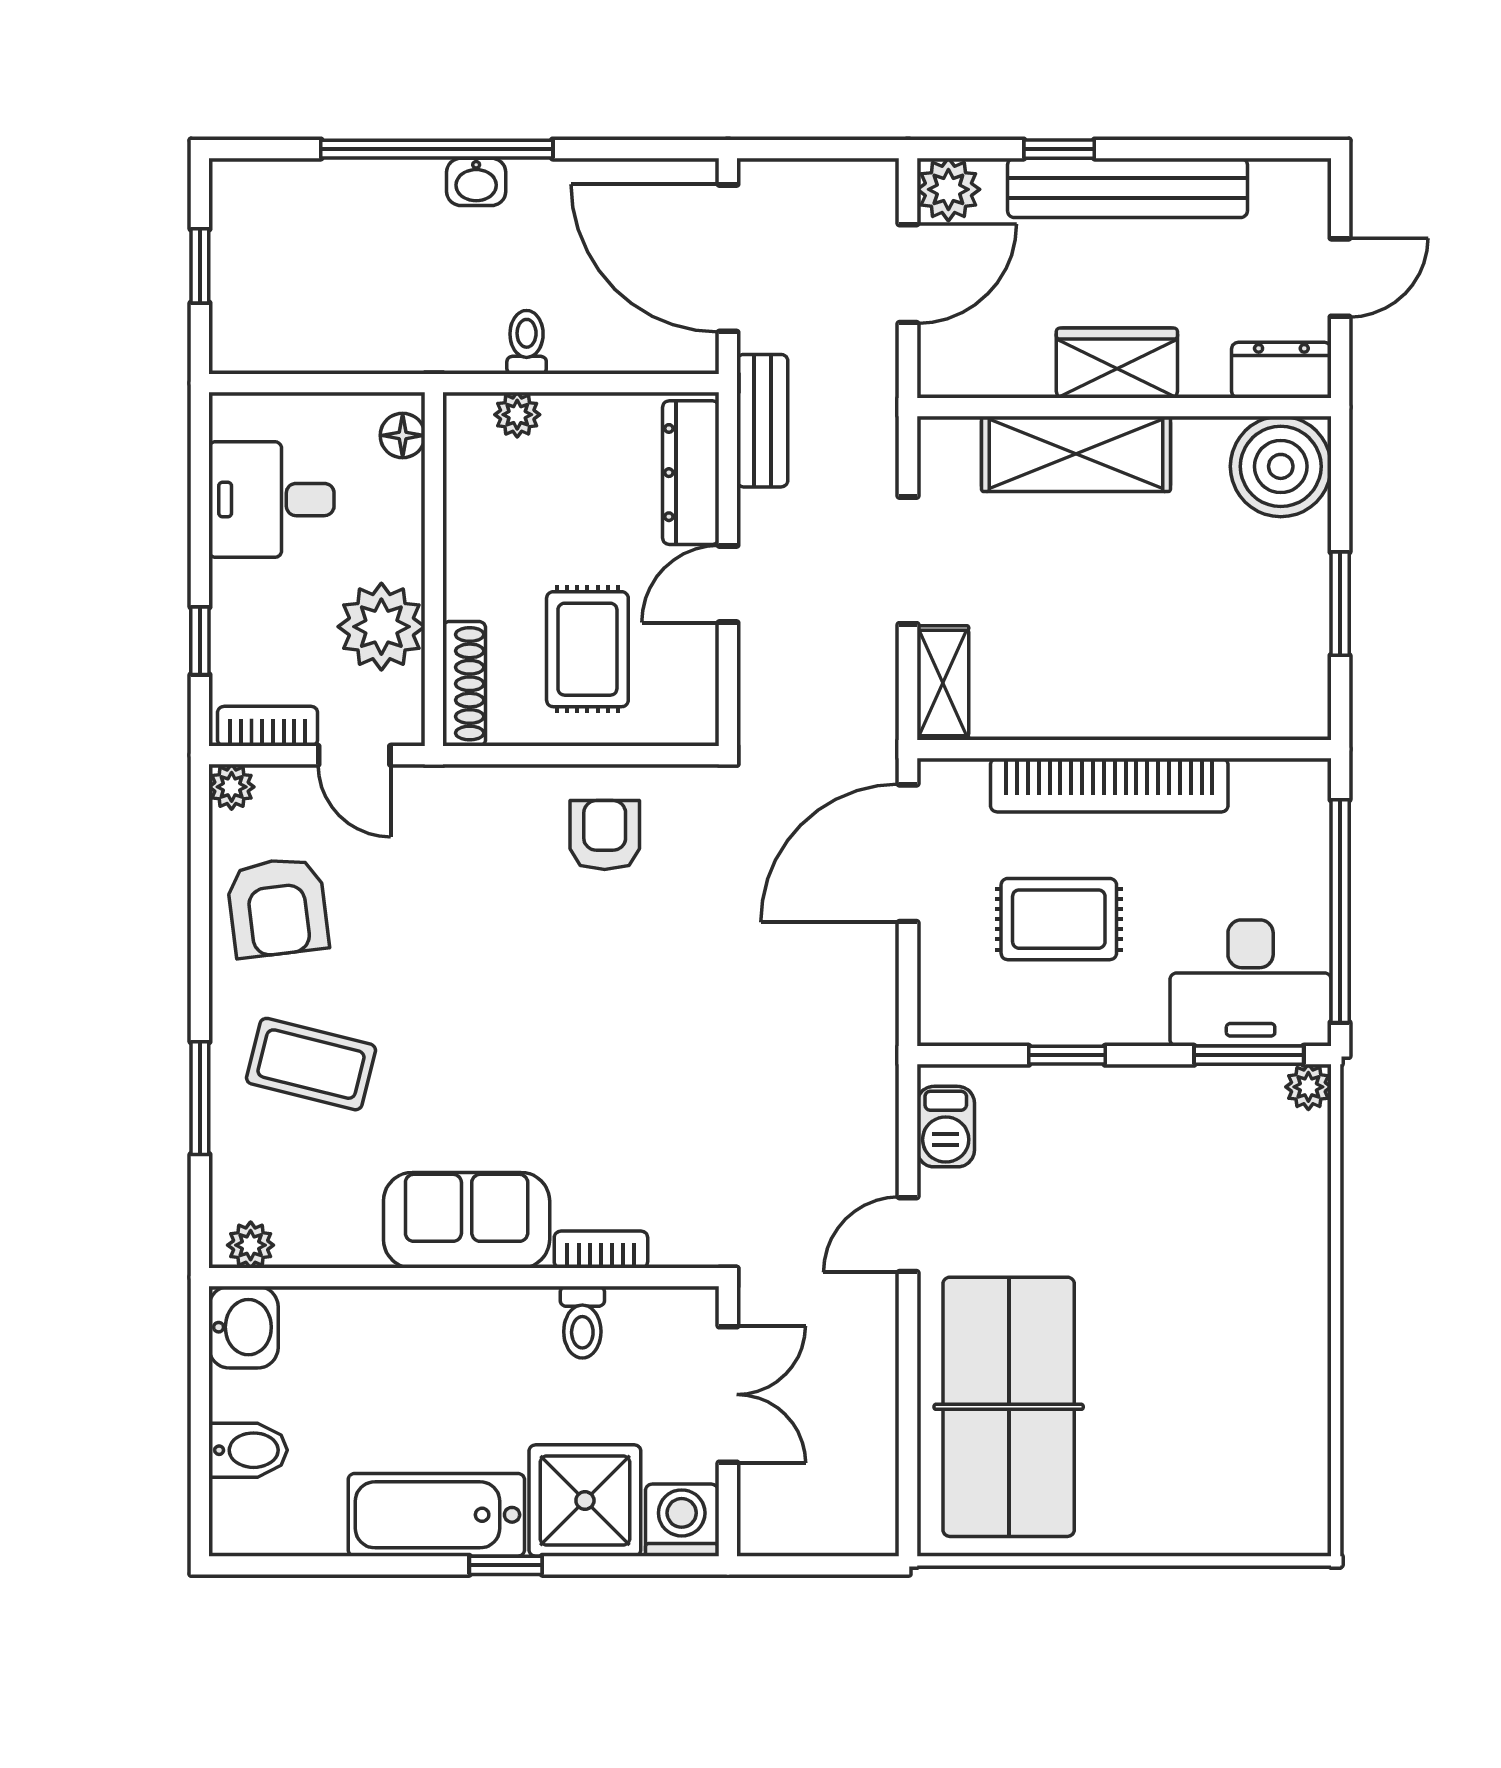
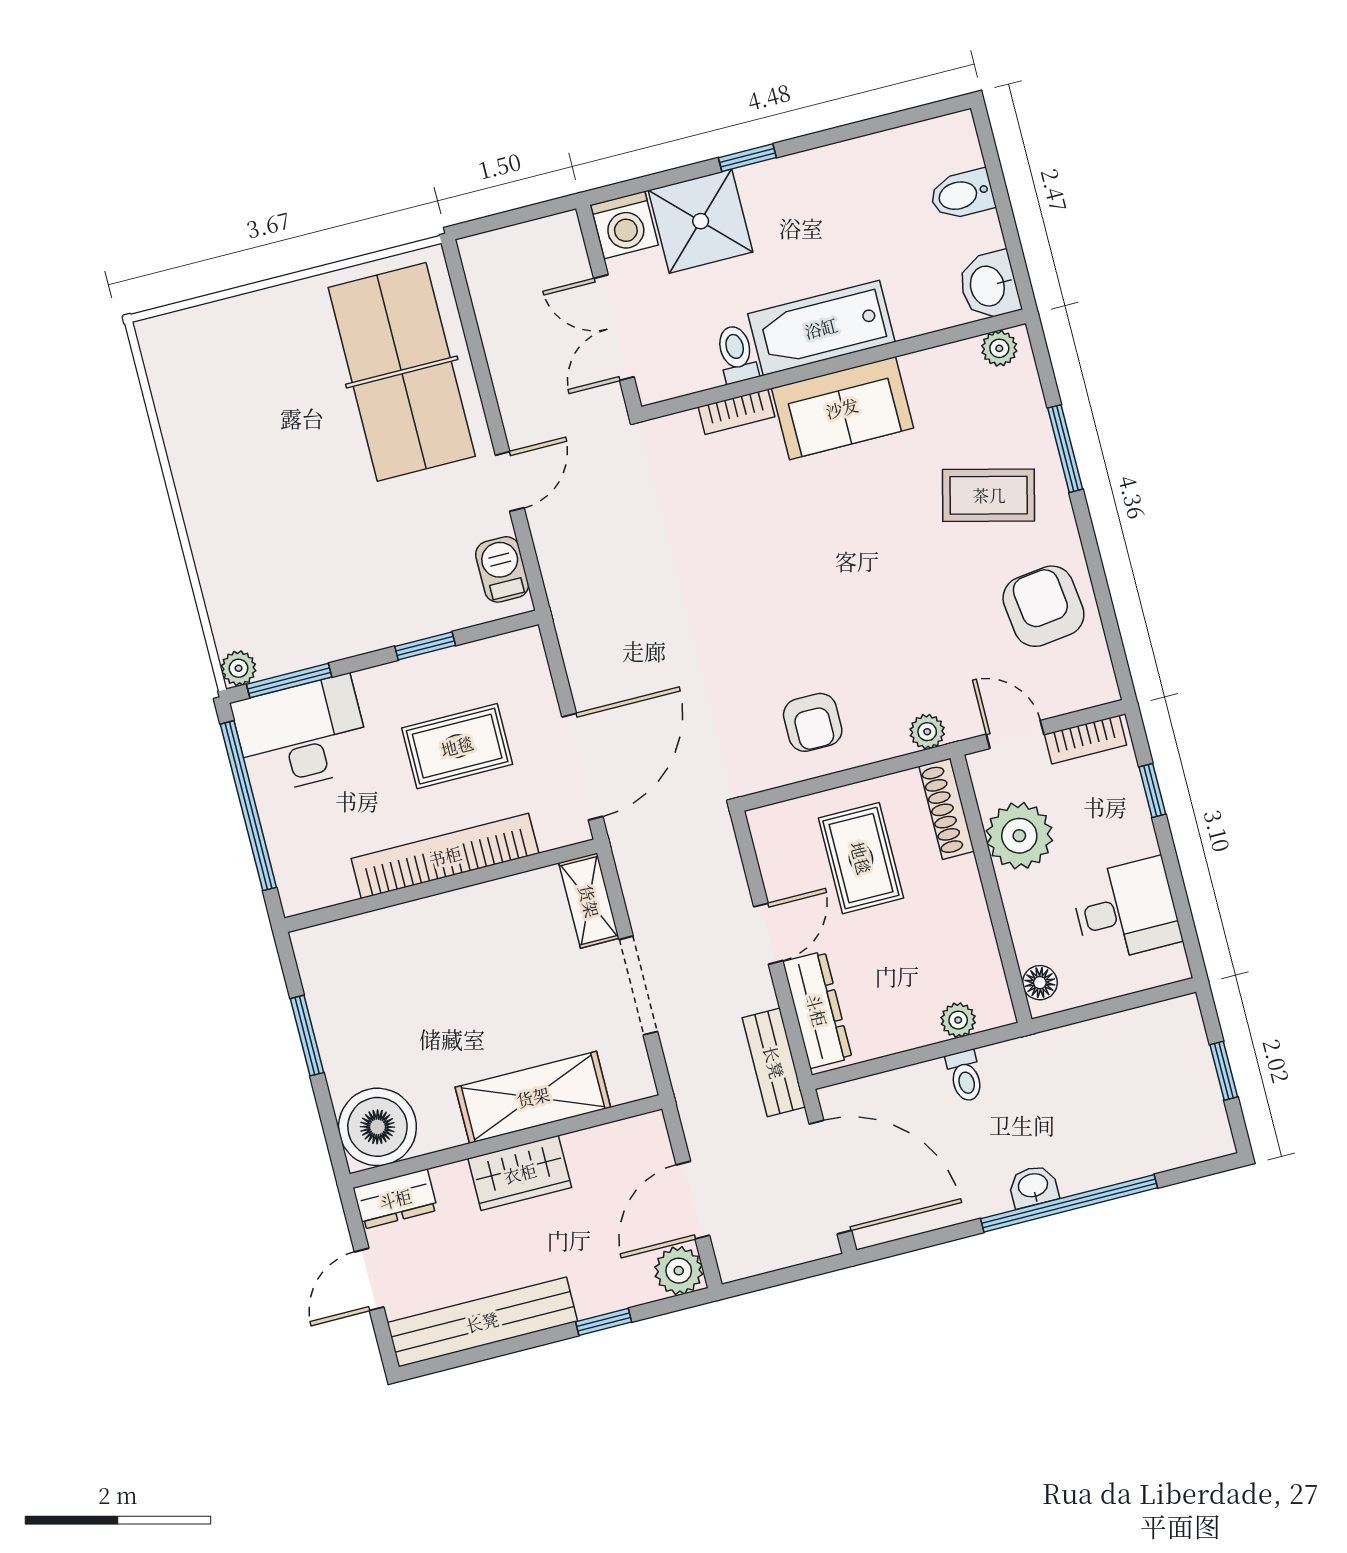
bench: (1127, 188) -> (482, 1322), moved
plant: (232, 787) -> (927, 732), moved
bathtub: (436, 1515) -> (821, 328), moved, turned 180

